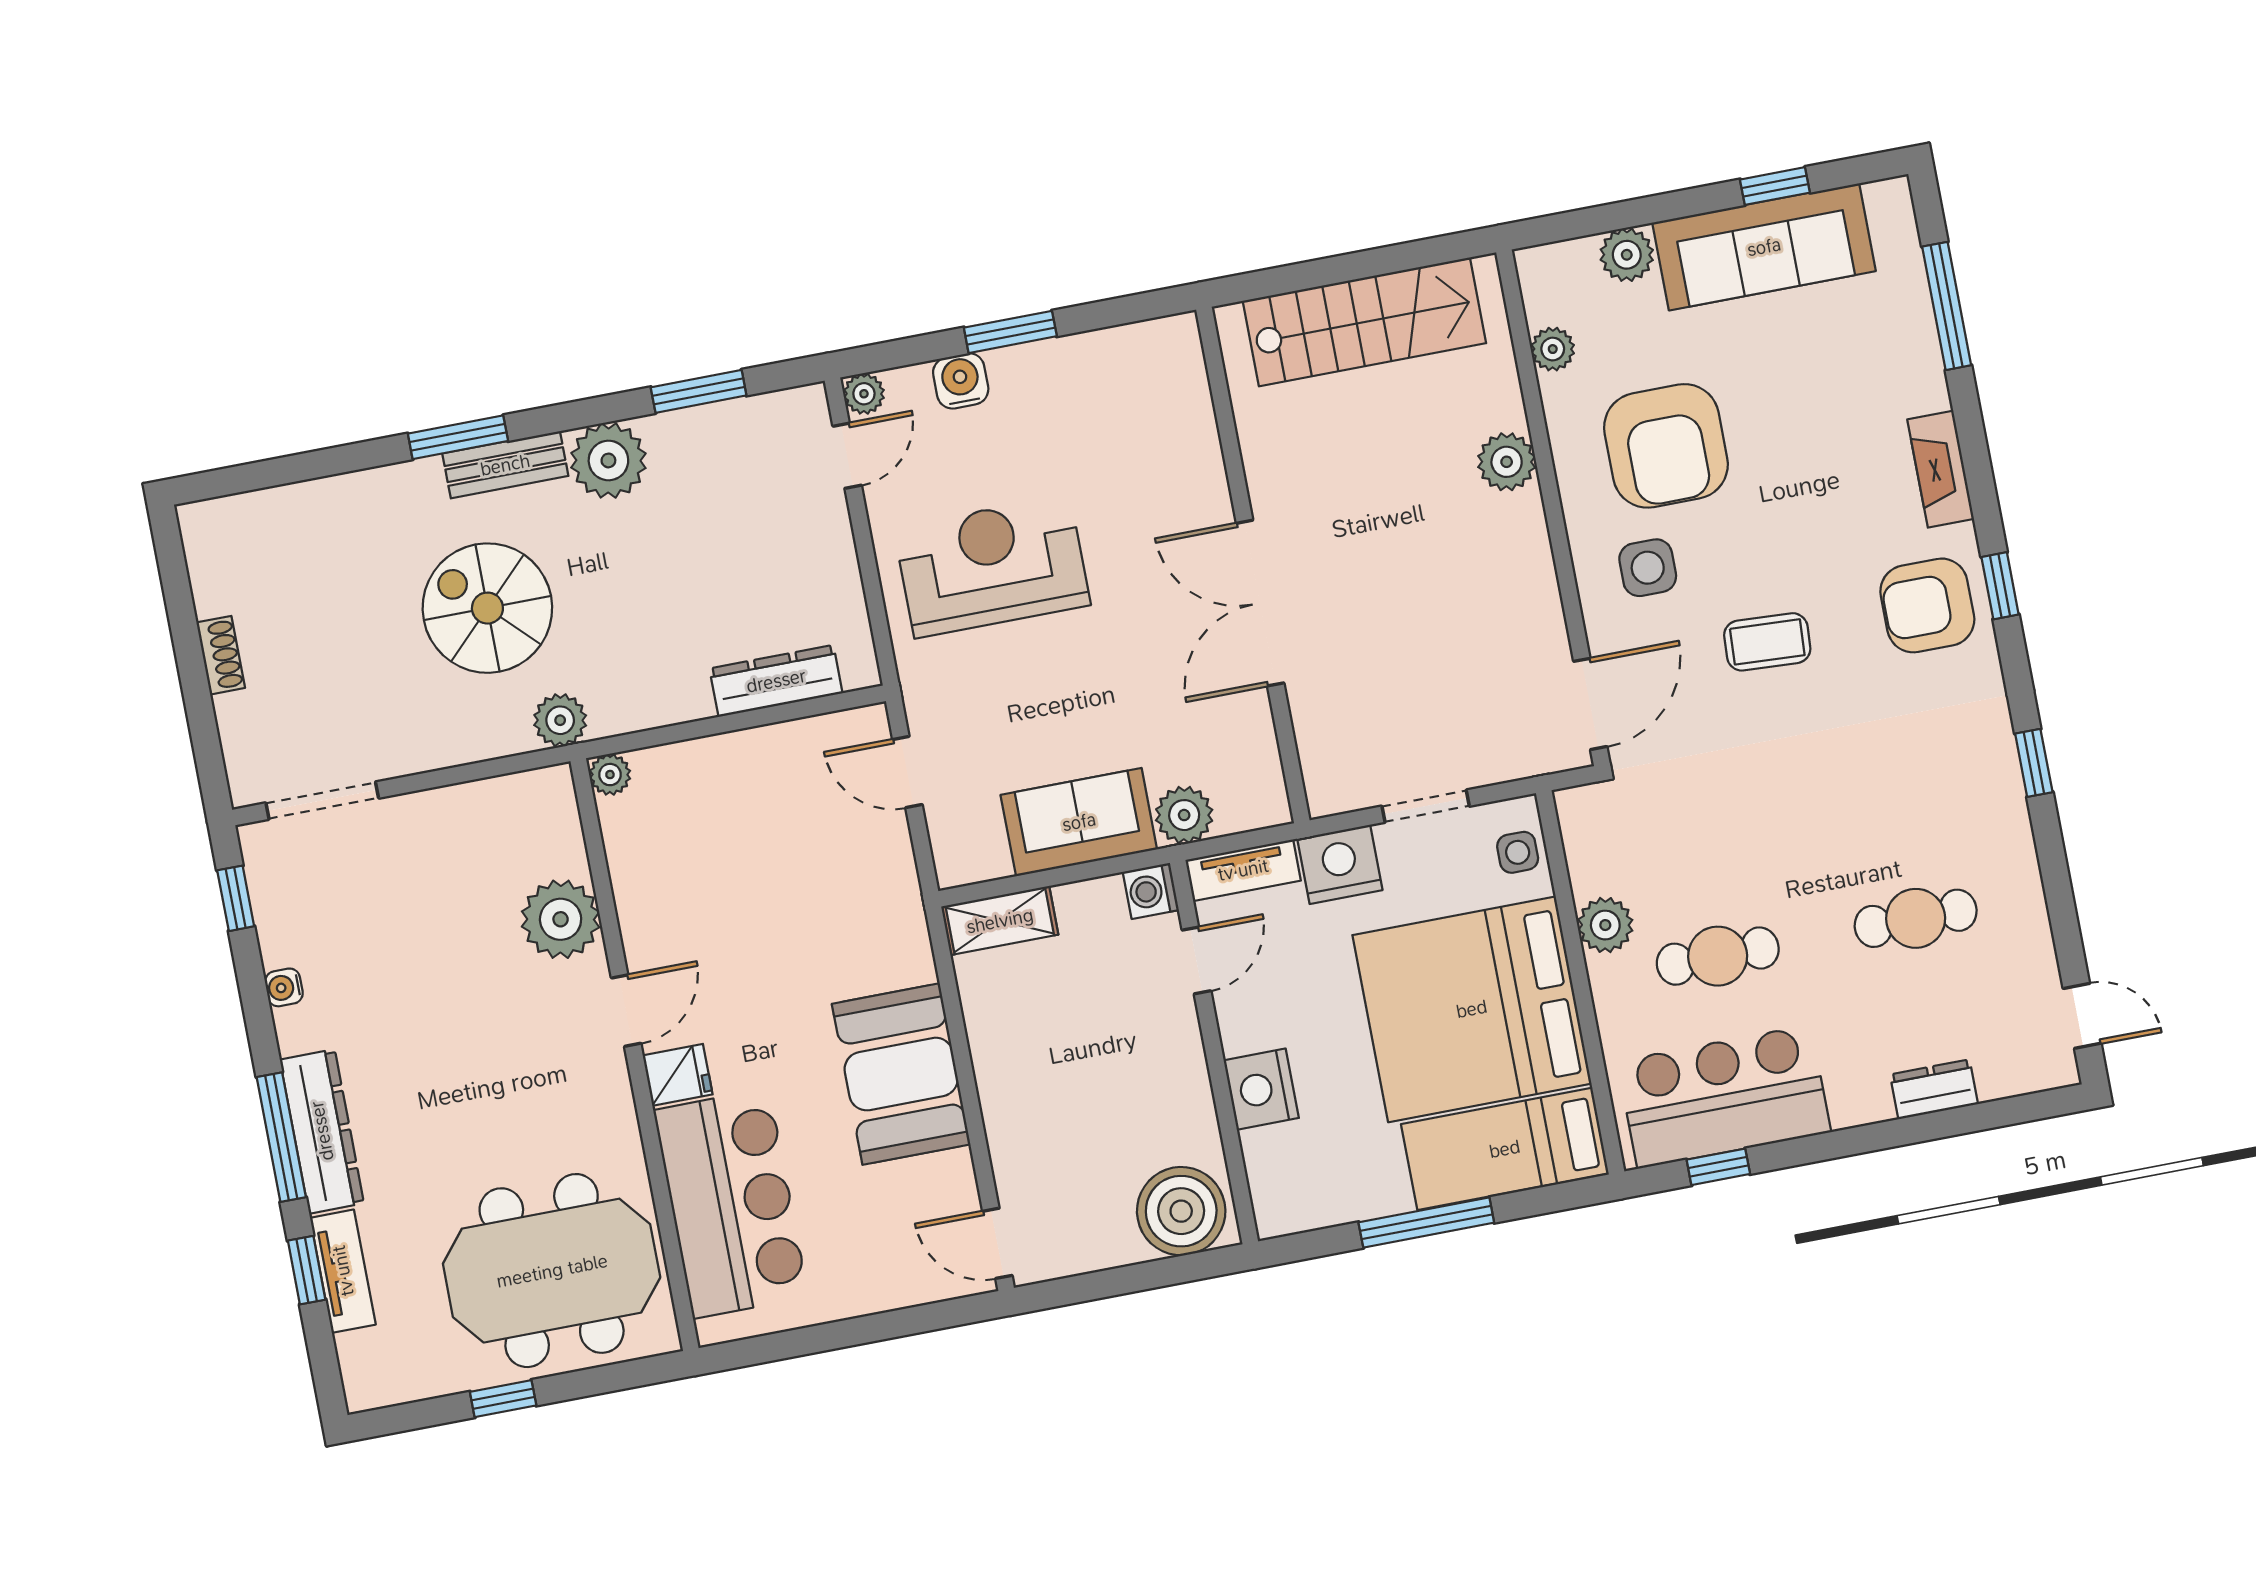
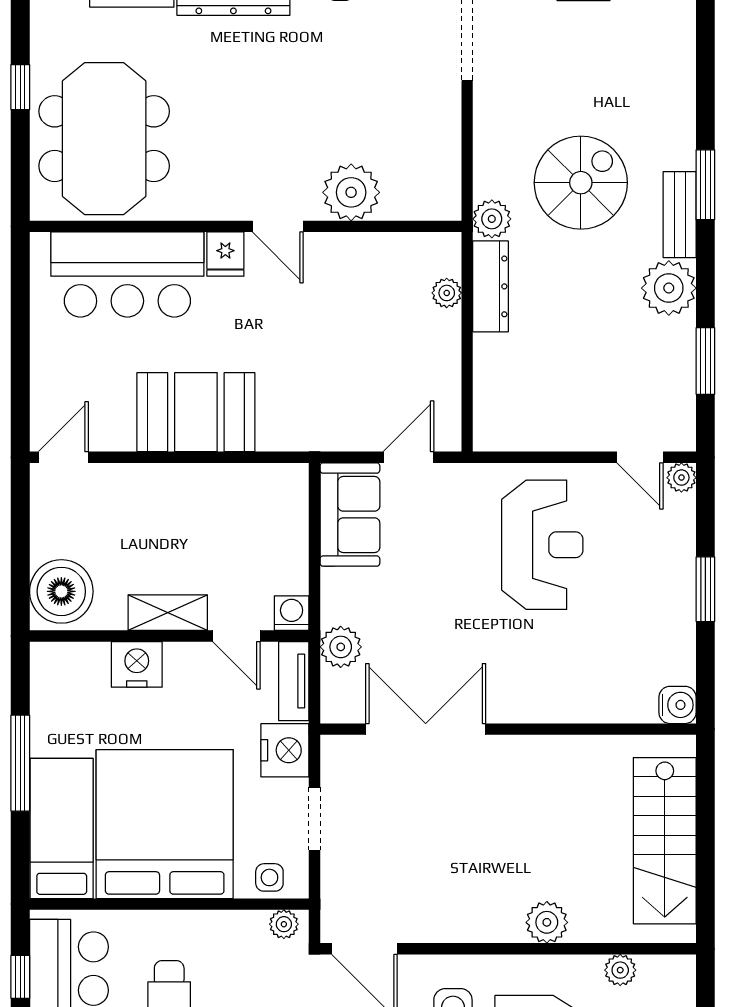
water cooler: (961, 381) -> (678, 705), moved
double door: (1260, 603) -> (426, 729), moved
dresser: (776, 681) -> (490, 286), moved
plant: (610, 775) -> (447, 293), moved
sofa: (1079, 822) -> (350, 515), moved
shelving: (1000, 921) -> (168, 613), moved, turned 90
plant: (1605, 925) -> (284, 924), moved, width x0.73, depth x0.73

